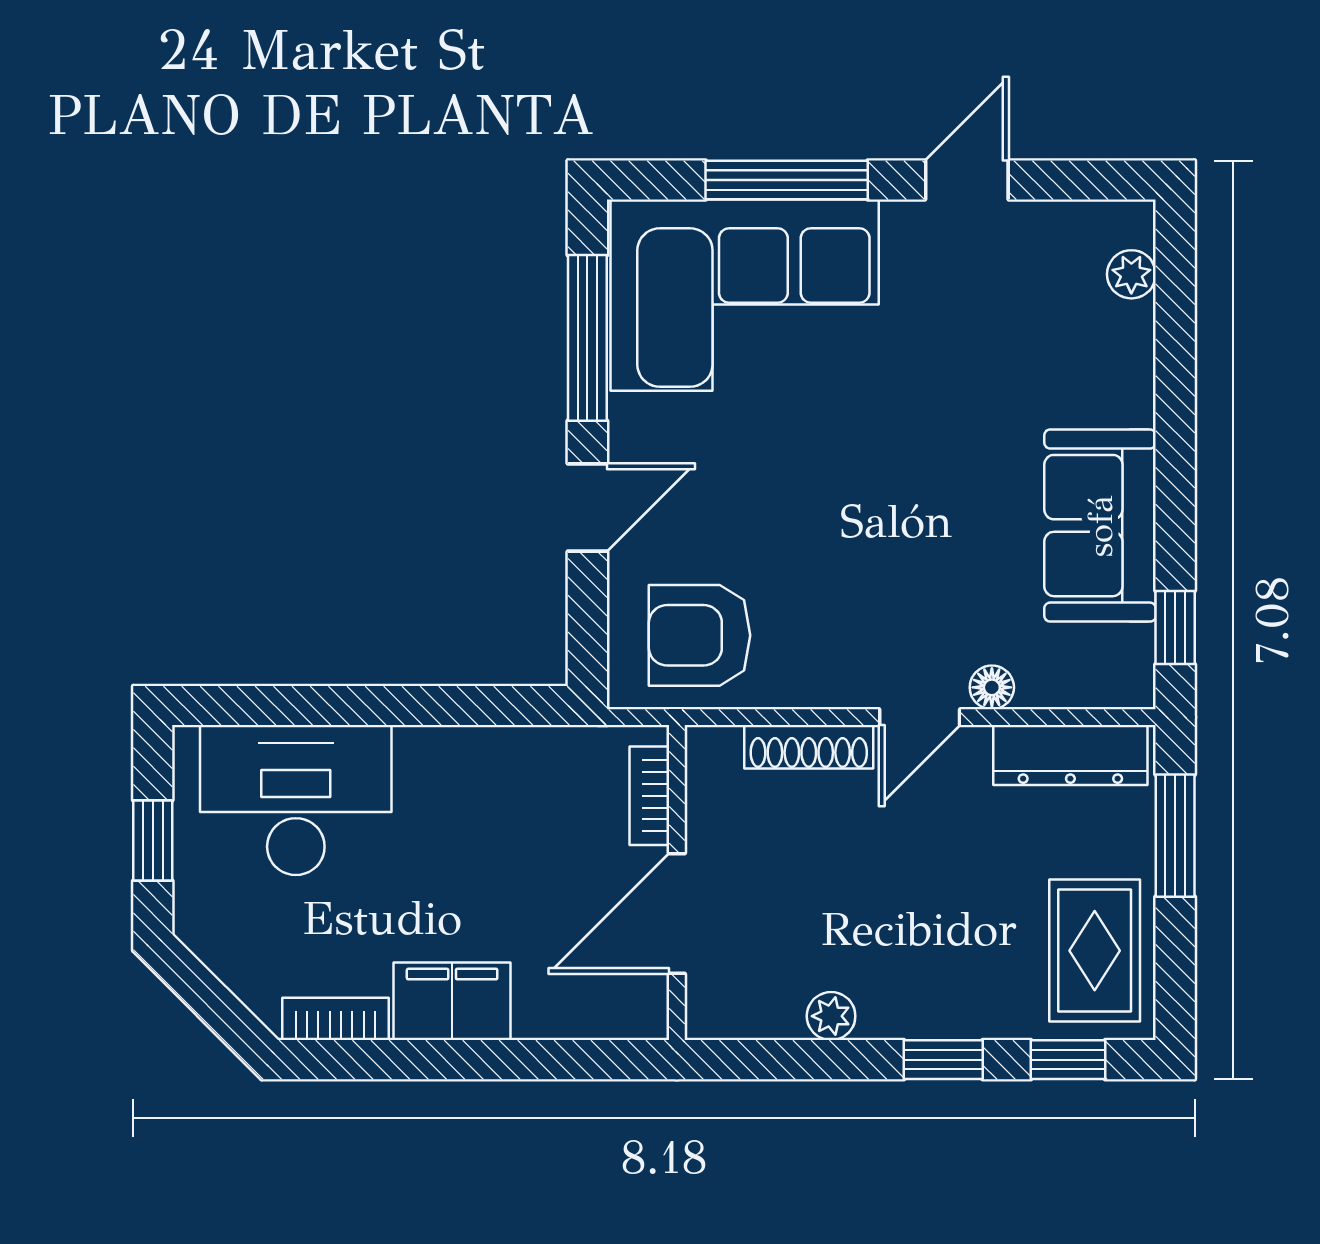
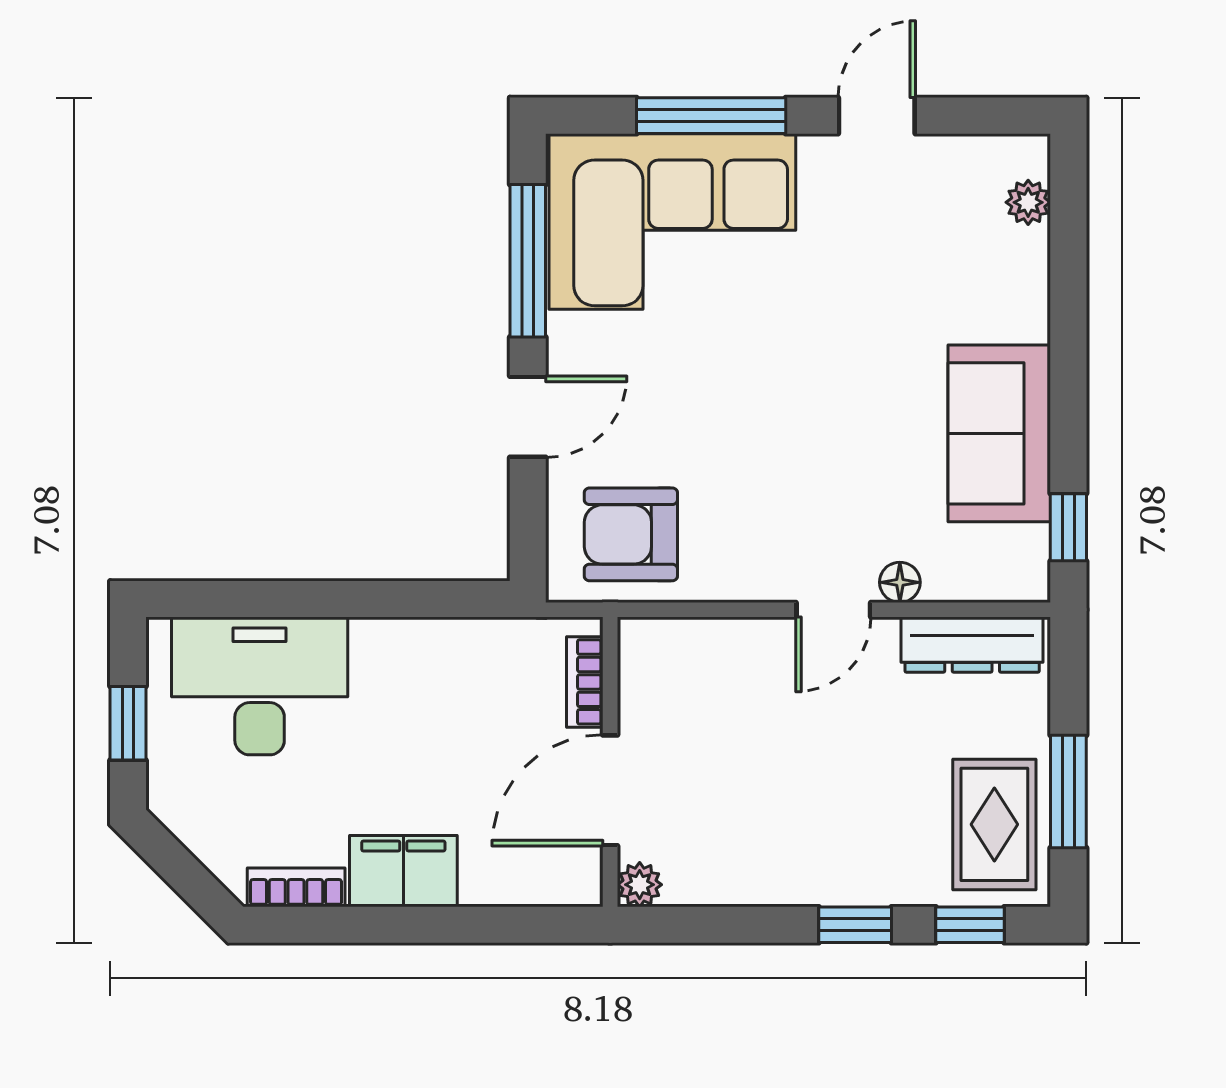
shoe rack: (809, 747) -> (731, 637), removed
window: (1175, 836) -> (1068, 791), moved
plant: (831, 1016) -> (640, 885), moved

